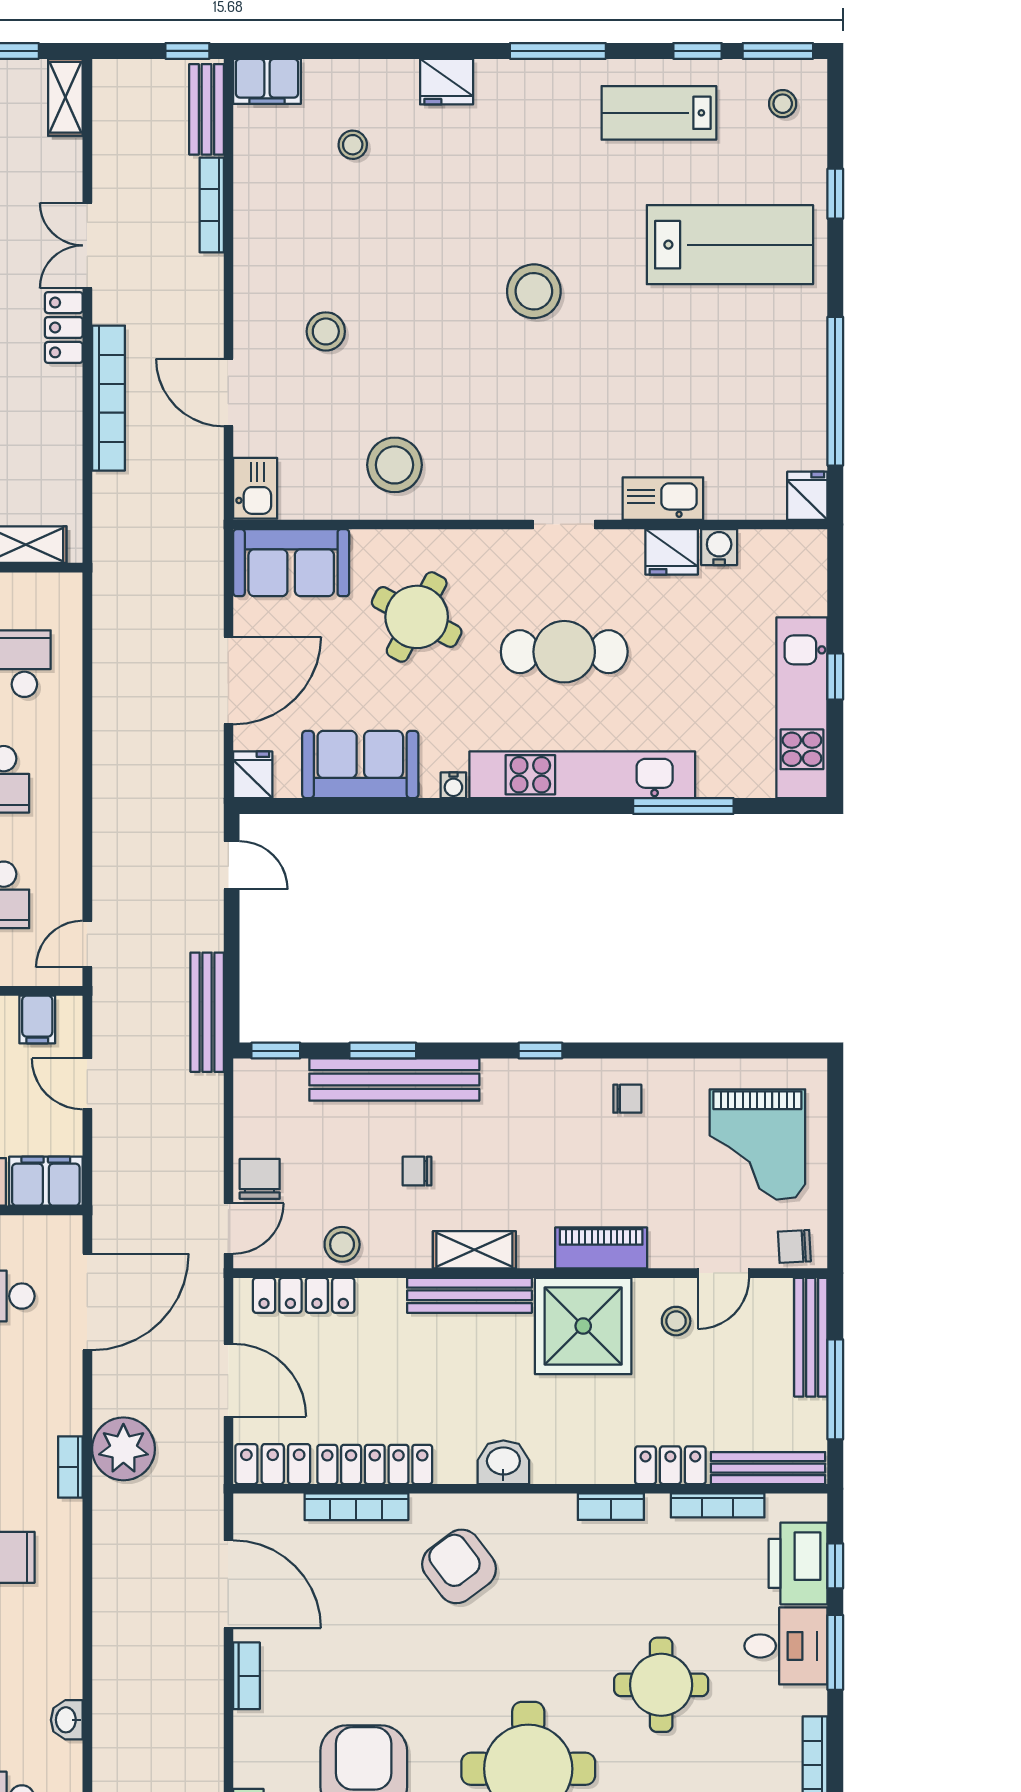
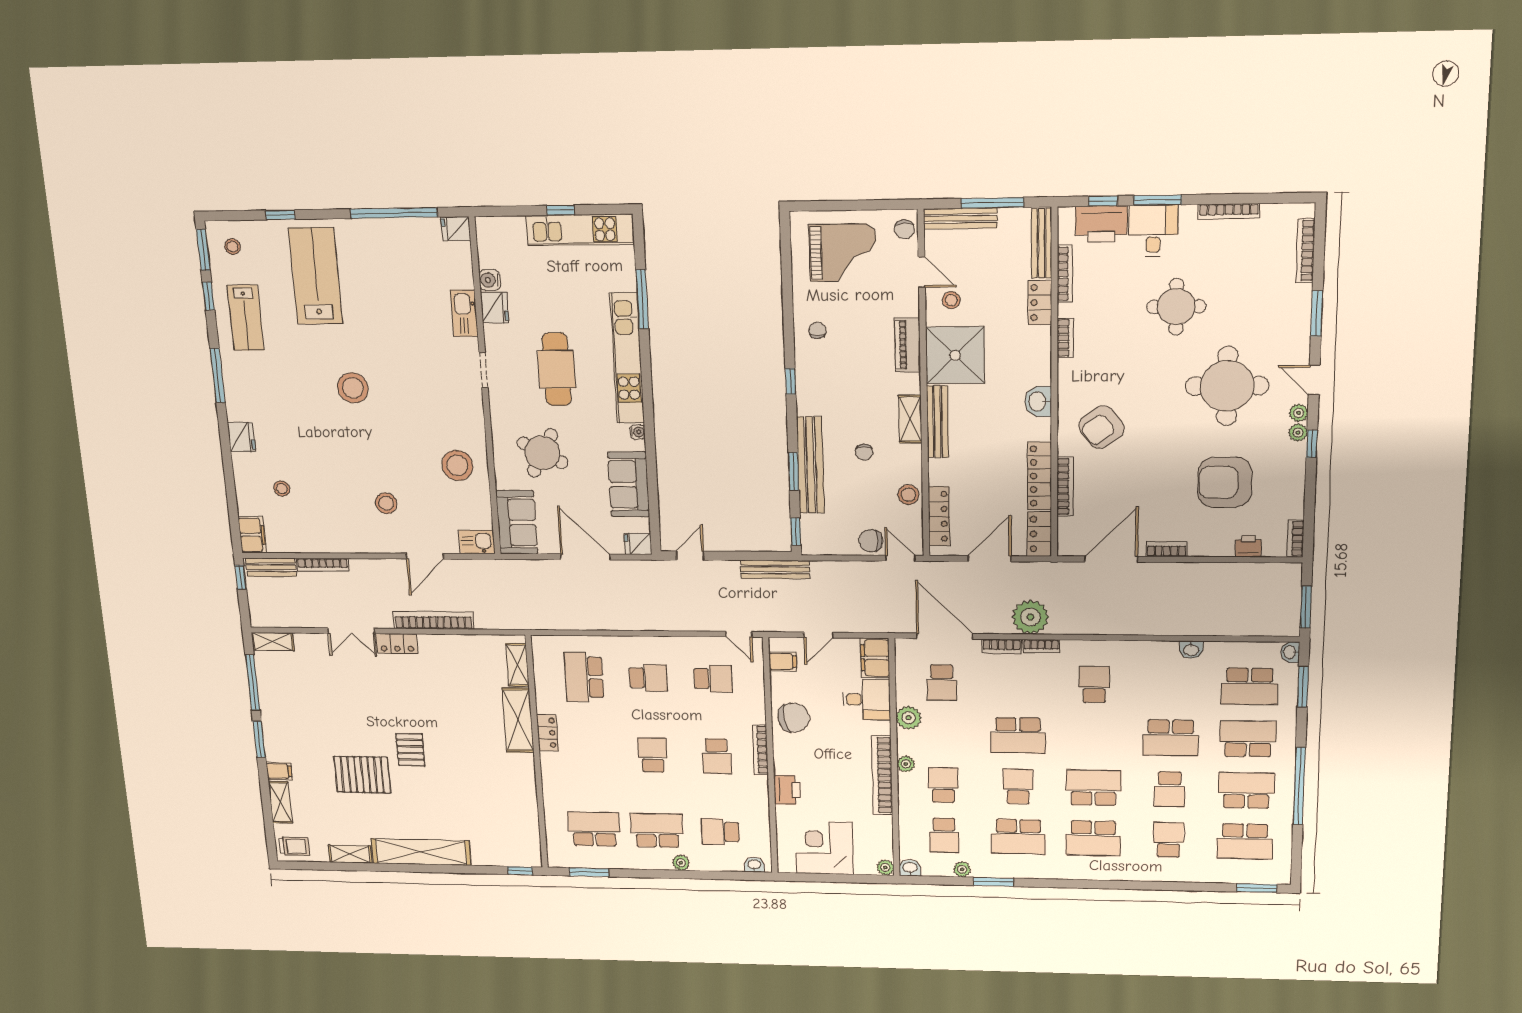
bookcase: (69, 1400) -> (1002, 647), added

